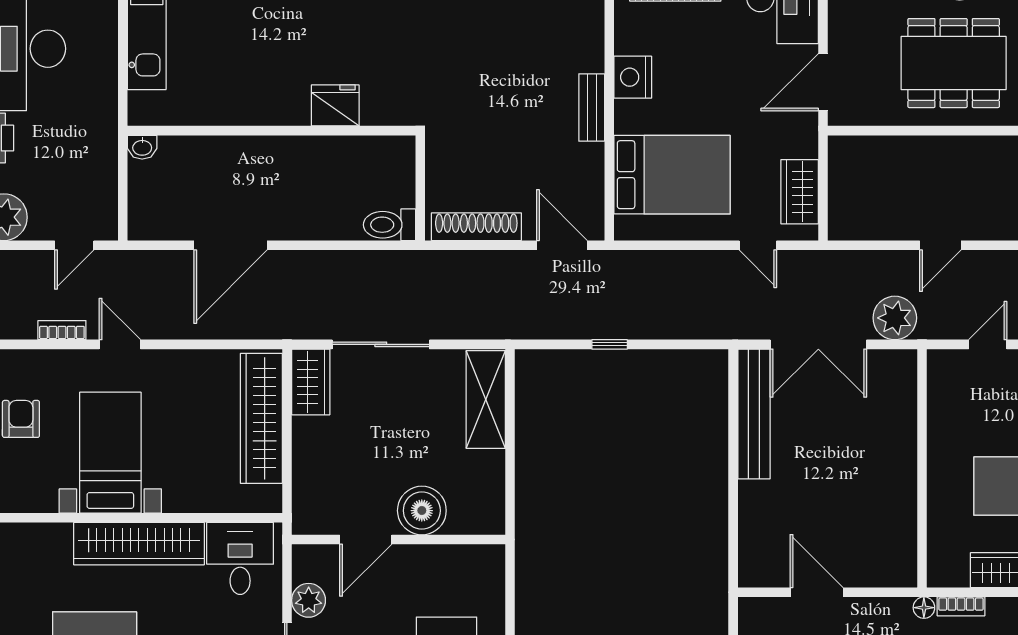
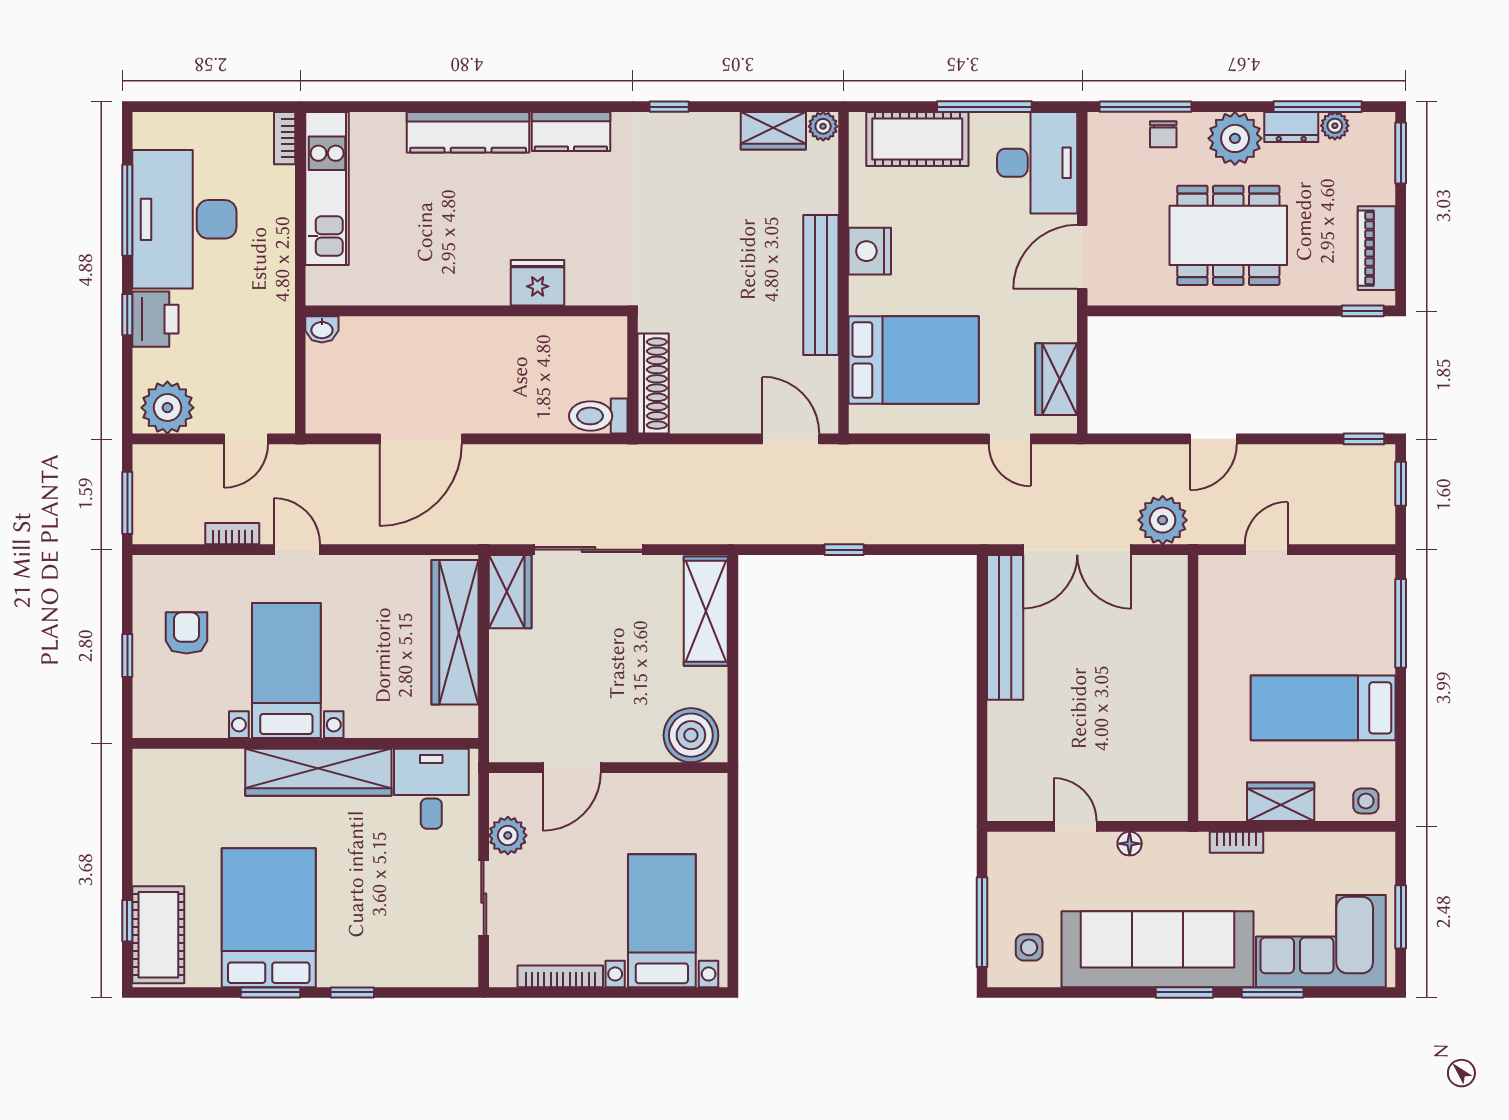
bench: (592, 107) -> (821, 285), width x1.86, depth x1.21
shoe rack: (476, 227) -> (653, 383), moved, turned 90
boiler: (422, 511) -> (691, 735), moved
door: (817, 592) -> (1075, 826), width x0.73
floor lamp: (924, 608) -> (1130, 844), moved

